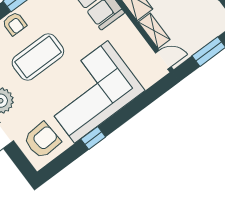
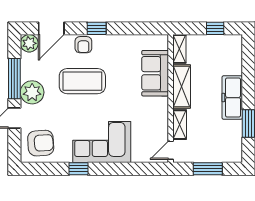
door: (163, 60) -> (171, 150), swing flipped
corner sofa: (91, 92) -> (102, 142), width x0.73, depth x0.74

